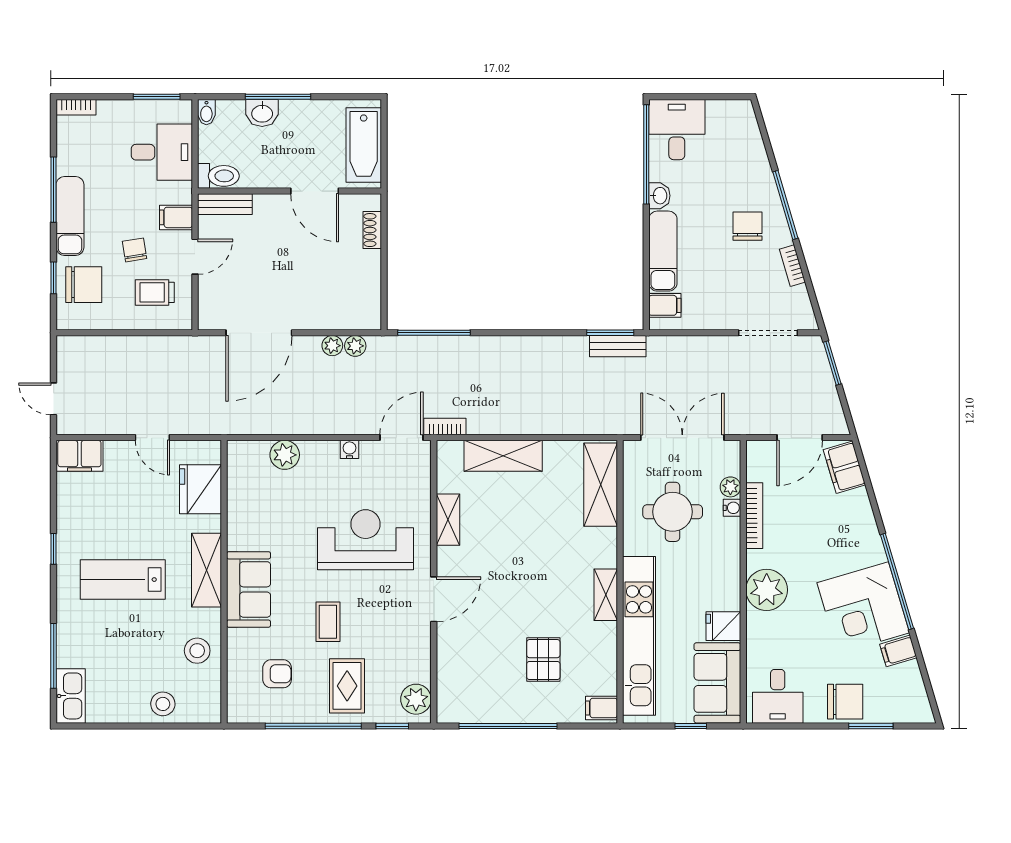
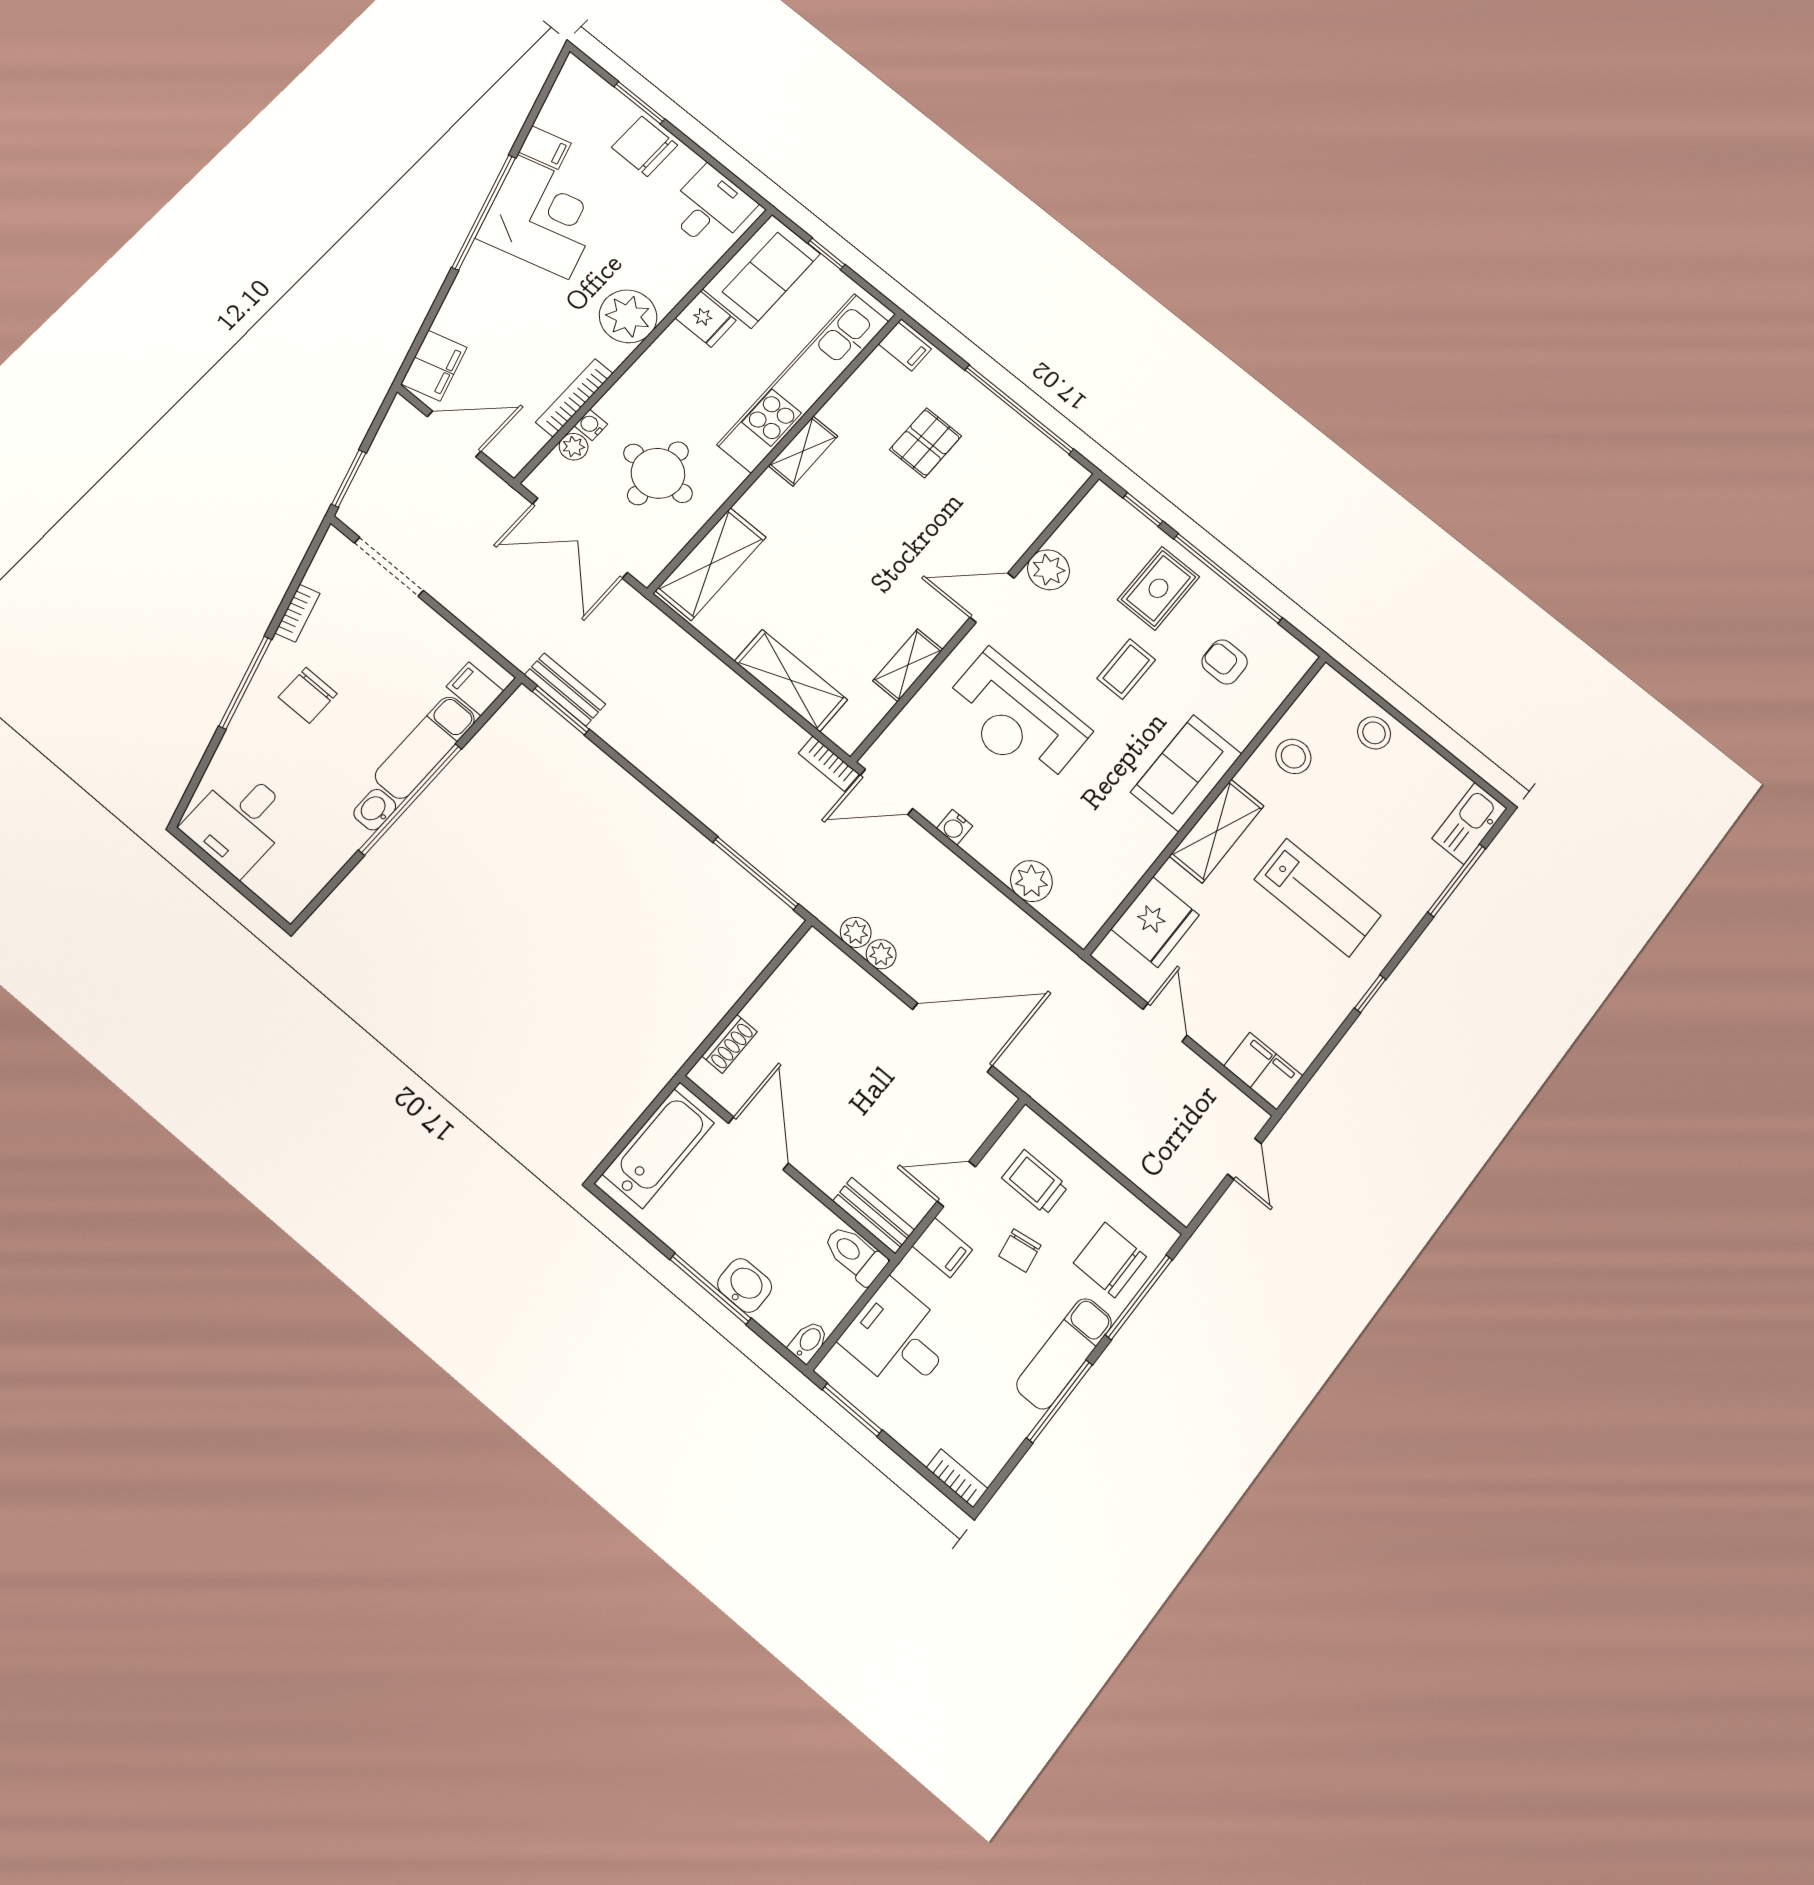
desk: (677, 130) -> (239, 822), moved
window: (646, 154) -> (410, 799), moved
window: (54, 278) -> (1139, 1297), width x2.17
trolley: (155, 292) -> (1035, 1182), turned 180
plant: (416, 699) -> (1049, 570), moved

